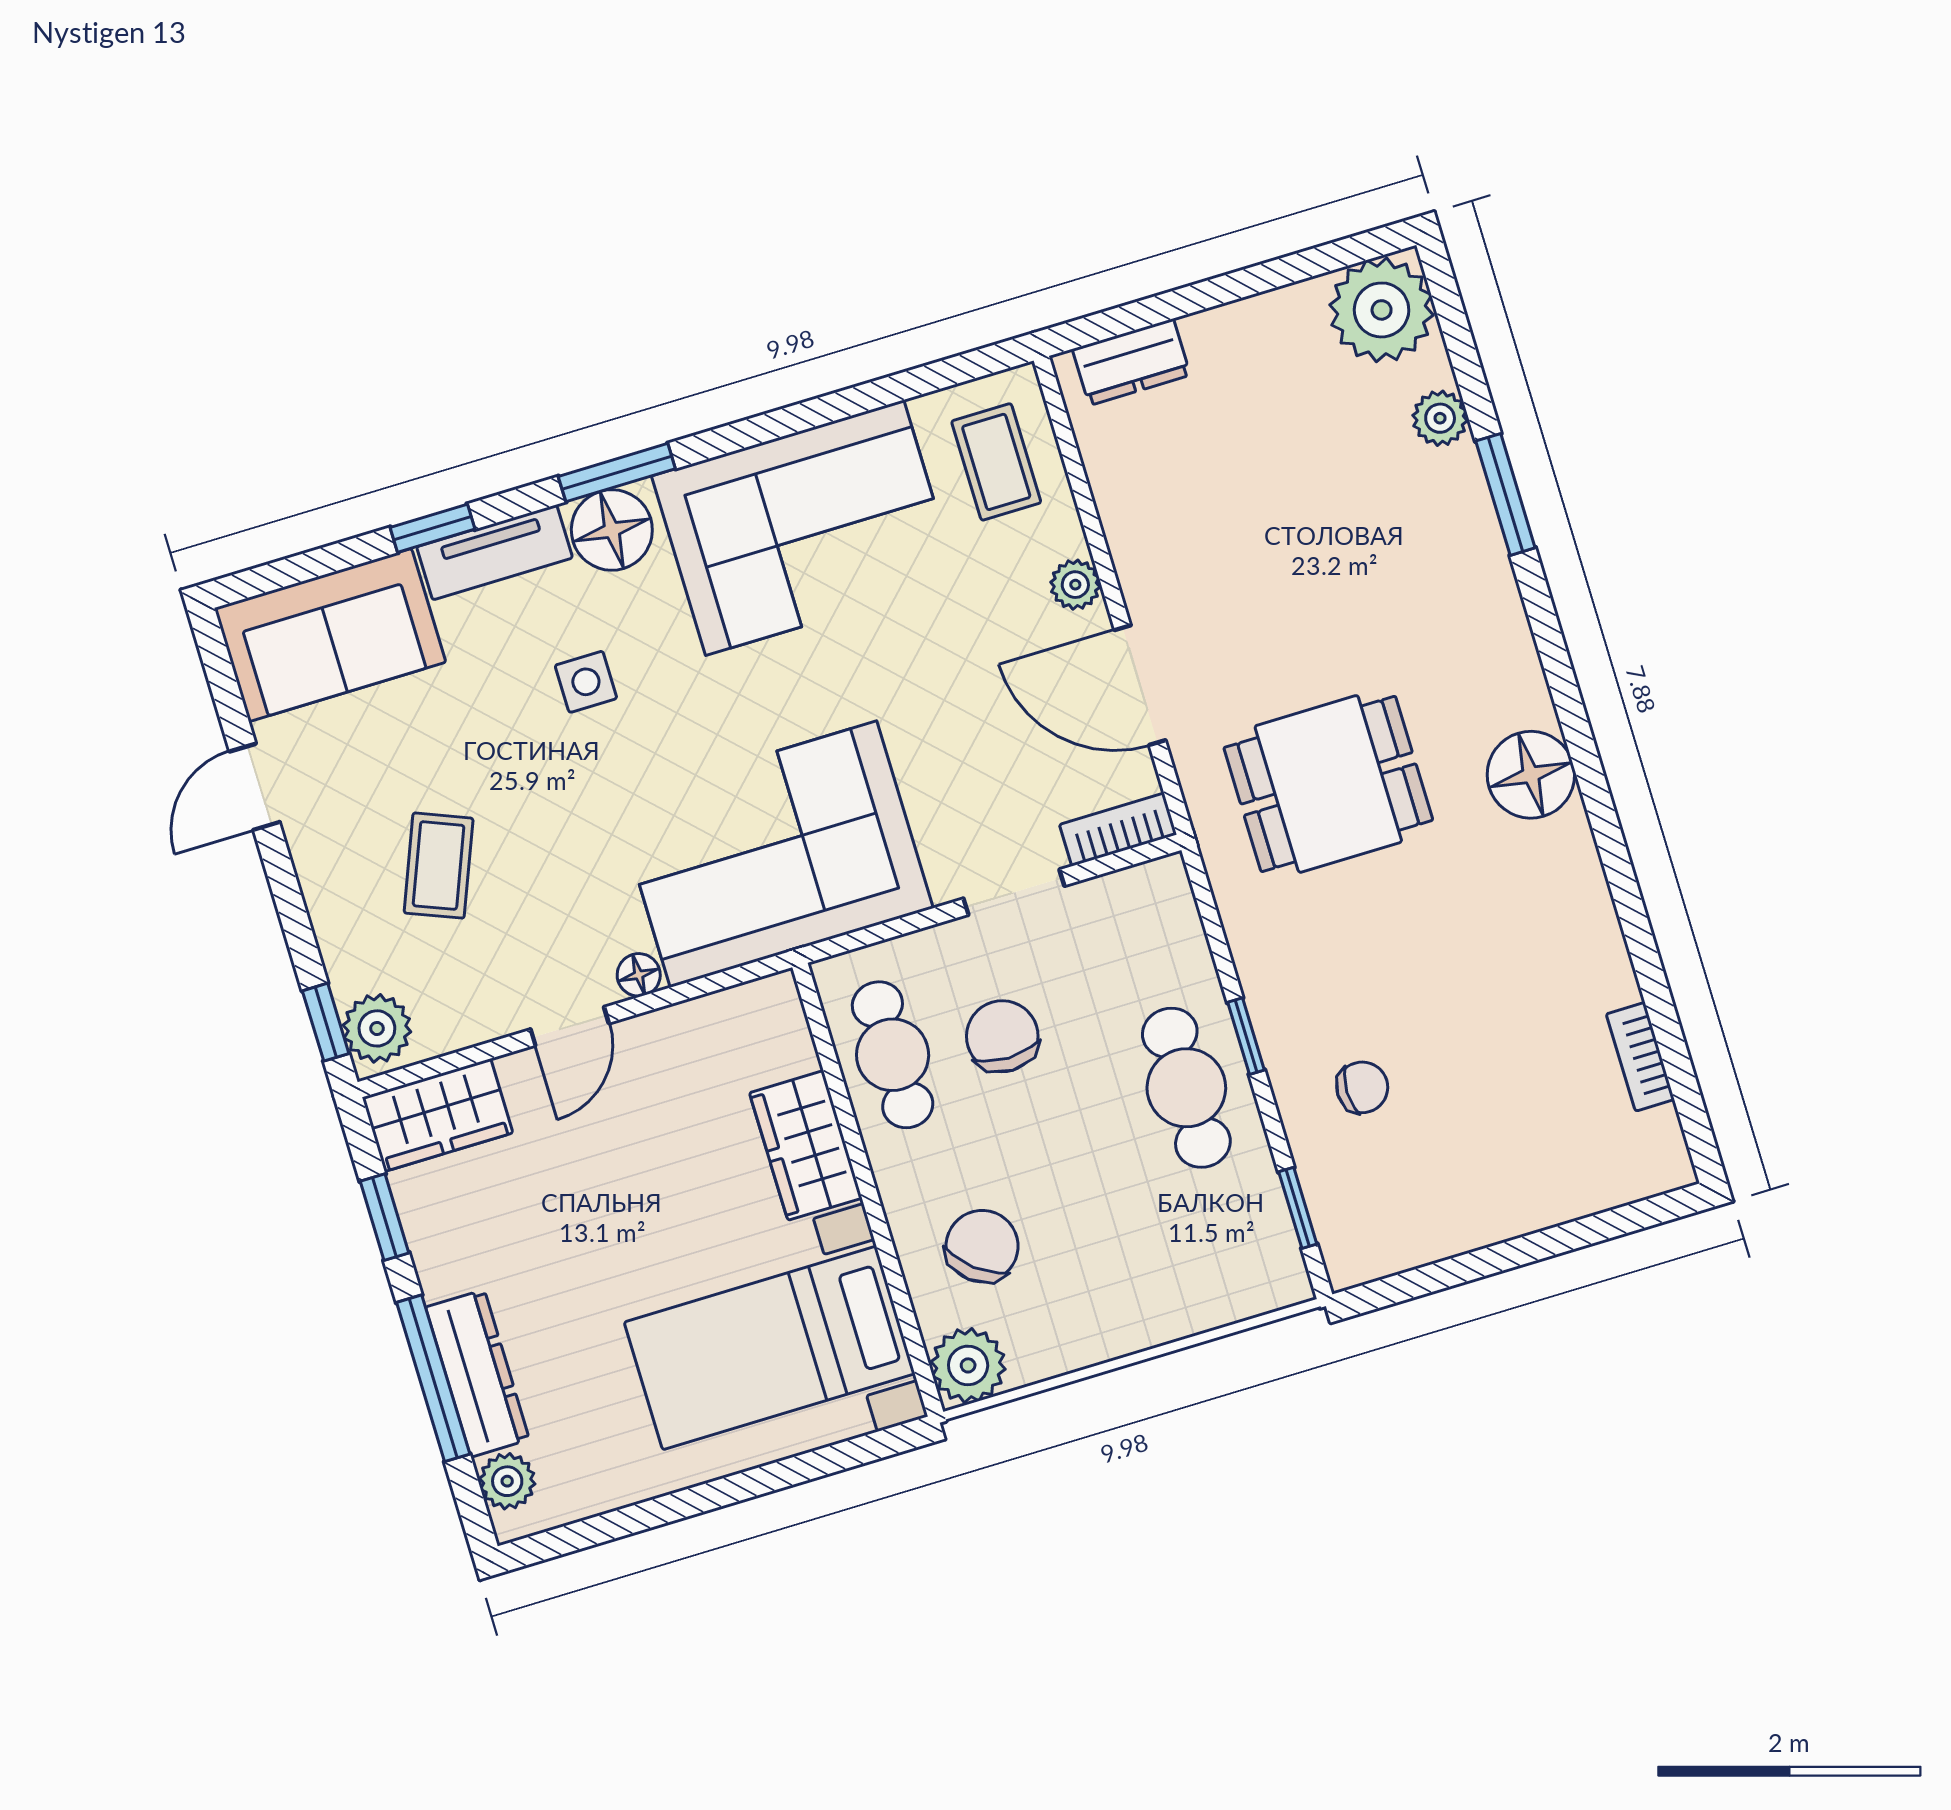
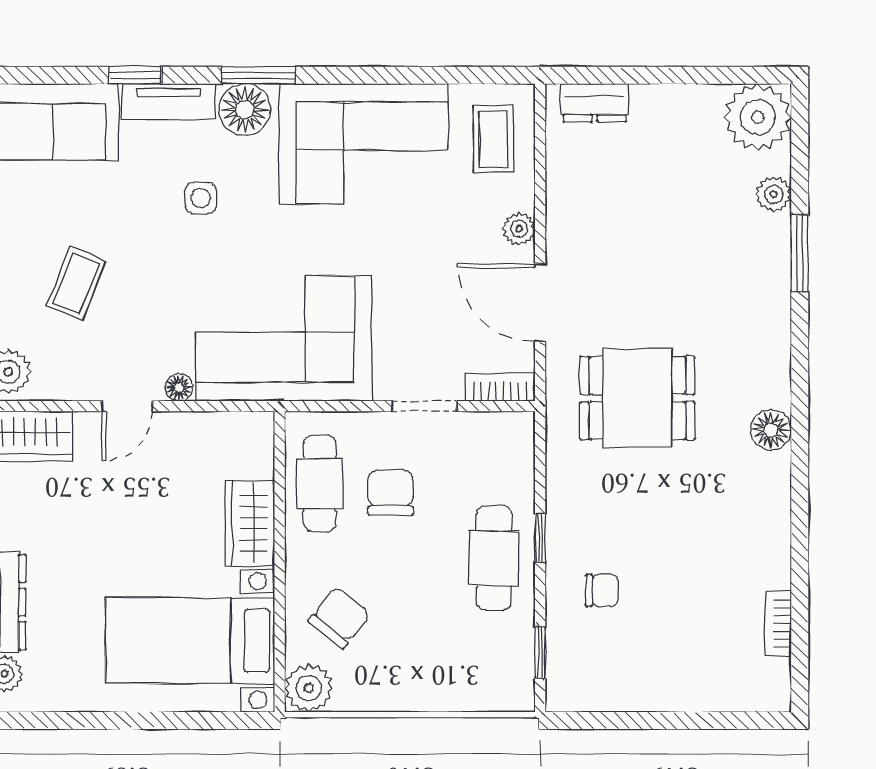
floor lamp: (1531, 775) -> (771, 430), width x0.73, depth x0.73

